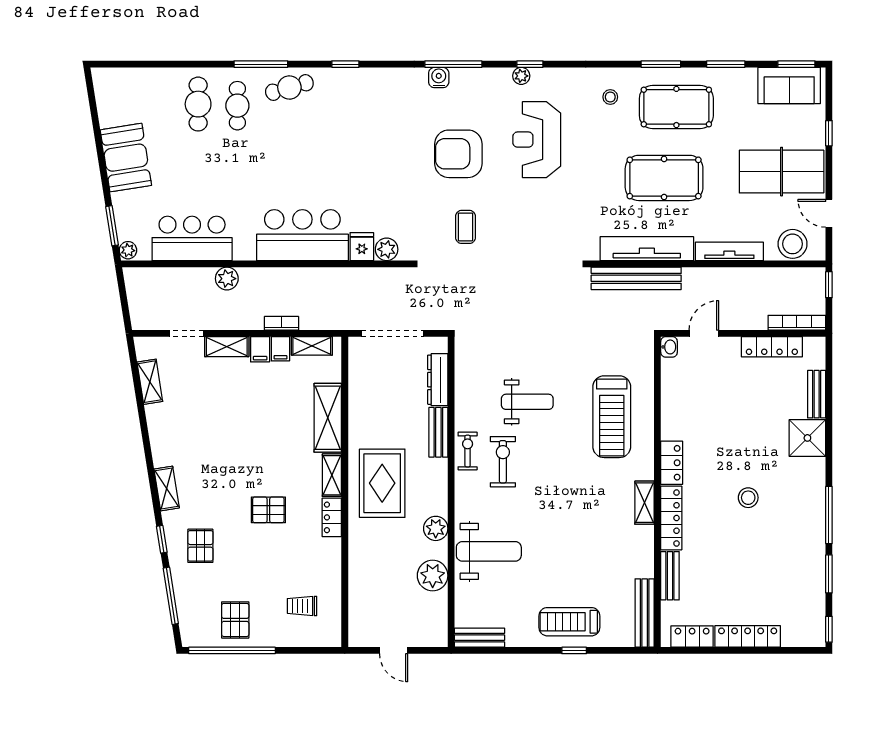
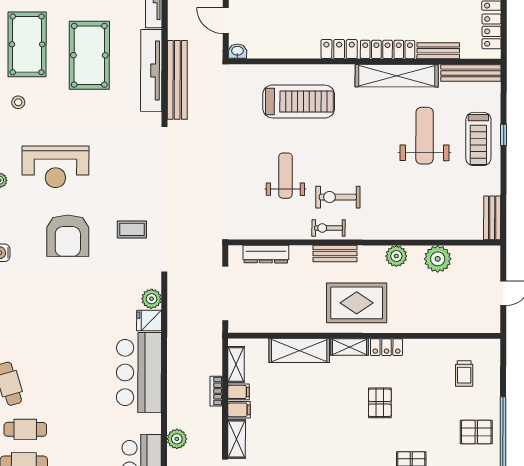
bench: (438, 432) -> (335, 254), moved
shelving: (645, 503) -> (397, 76), width x2.20, depth x1.33
weight bench: (489, 551) -> (425, 136), moved

